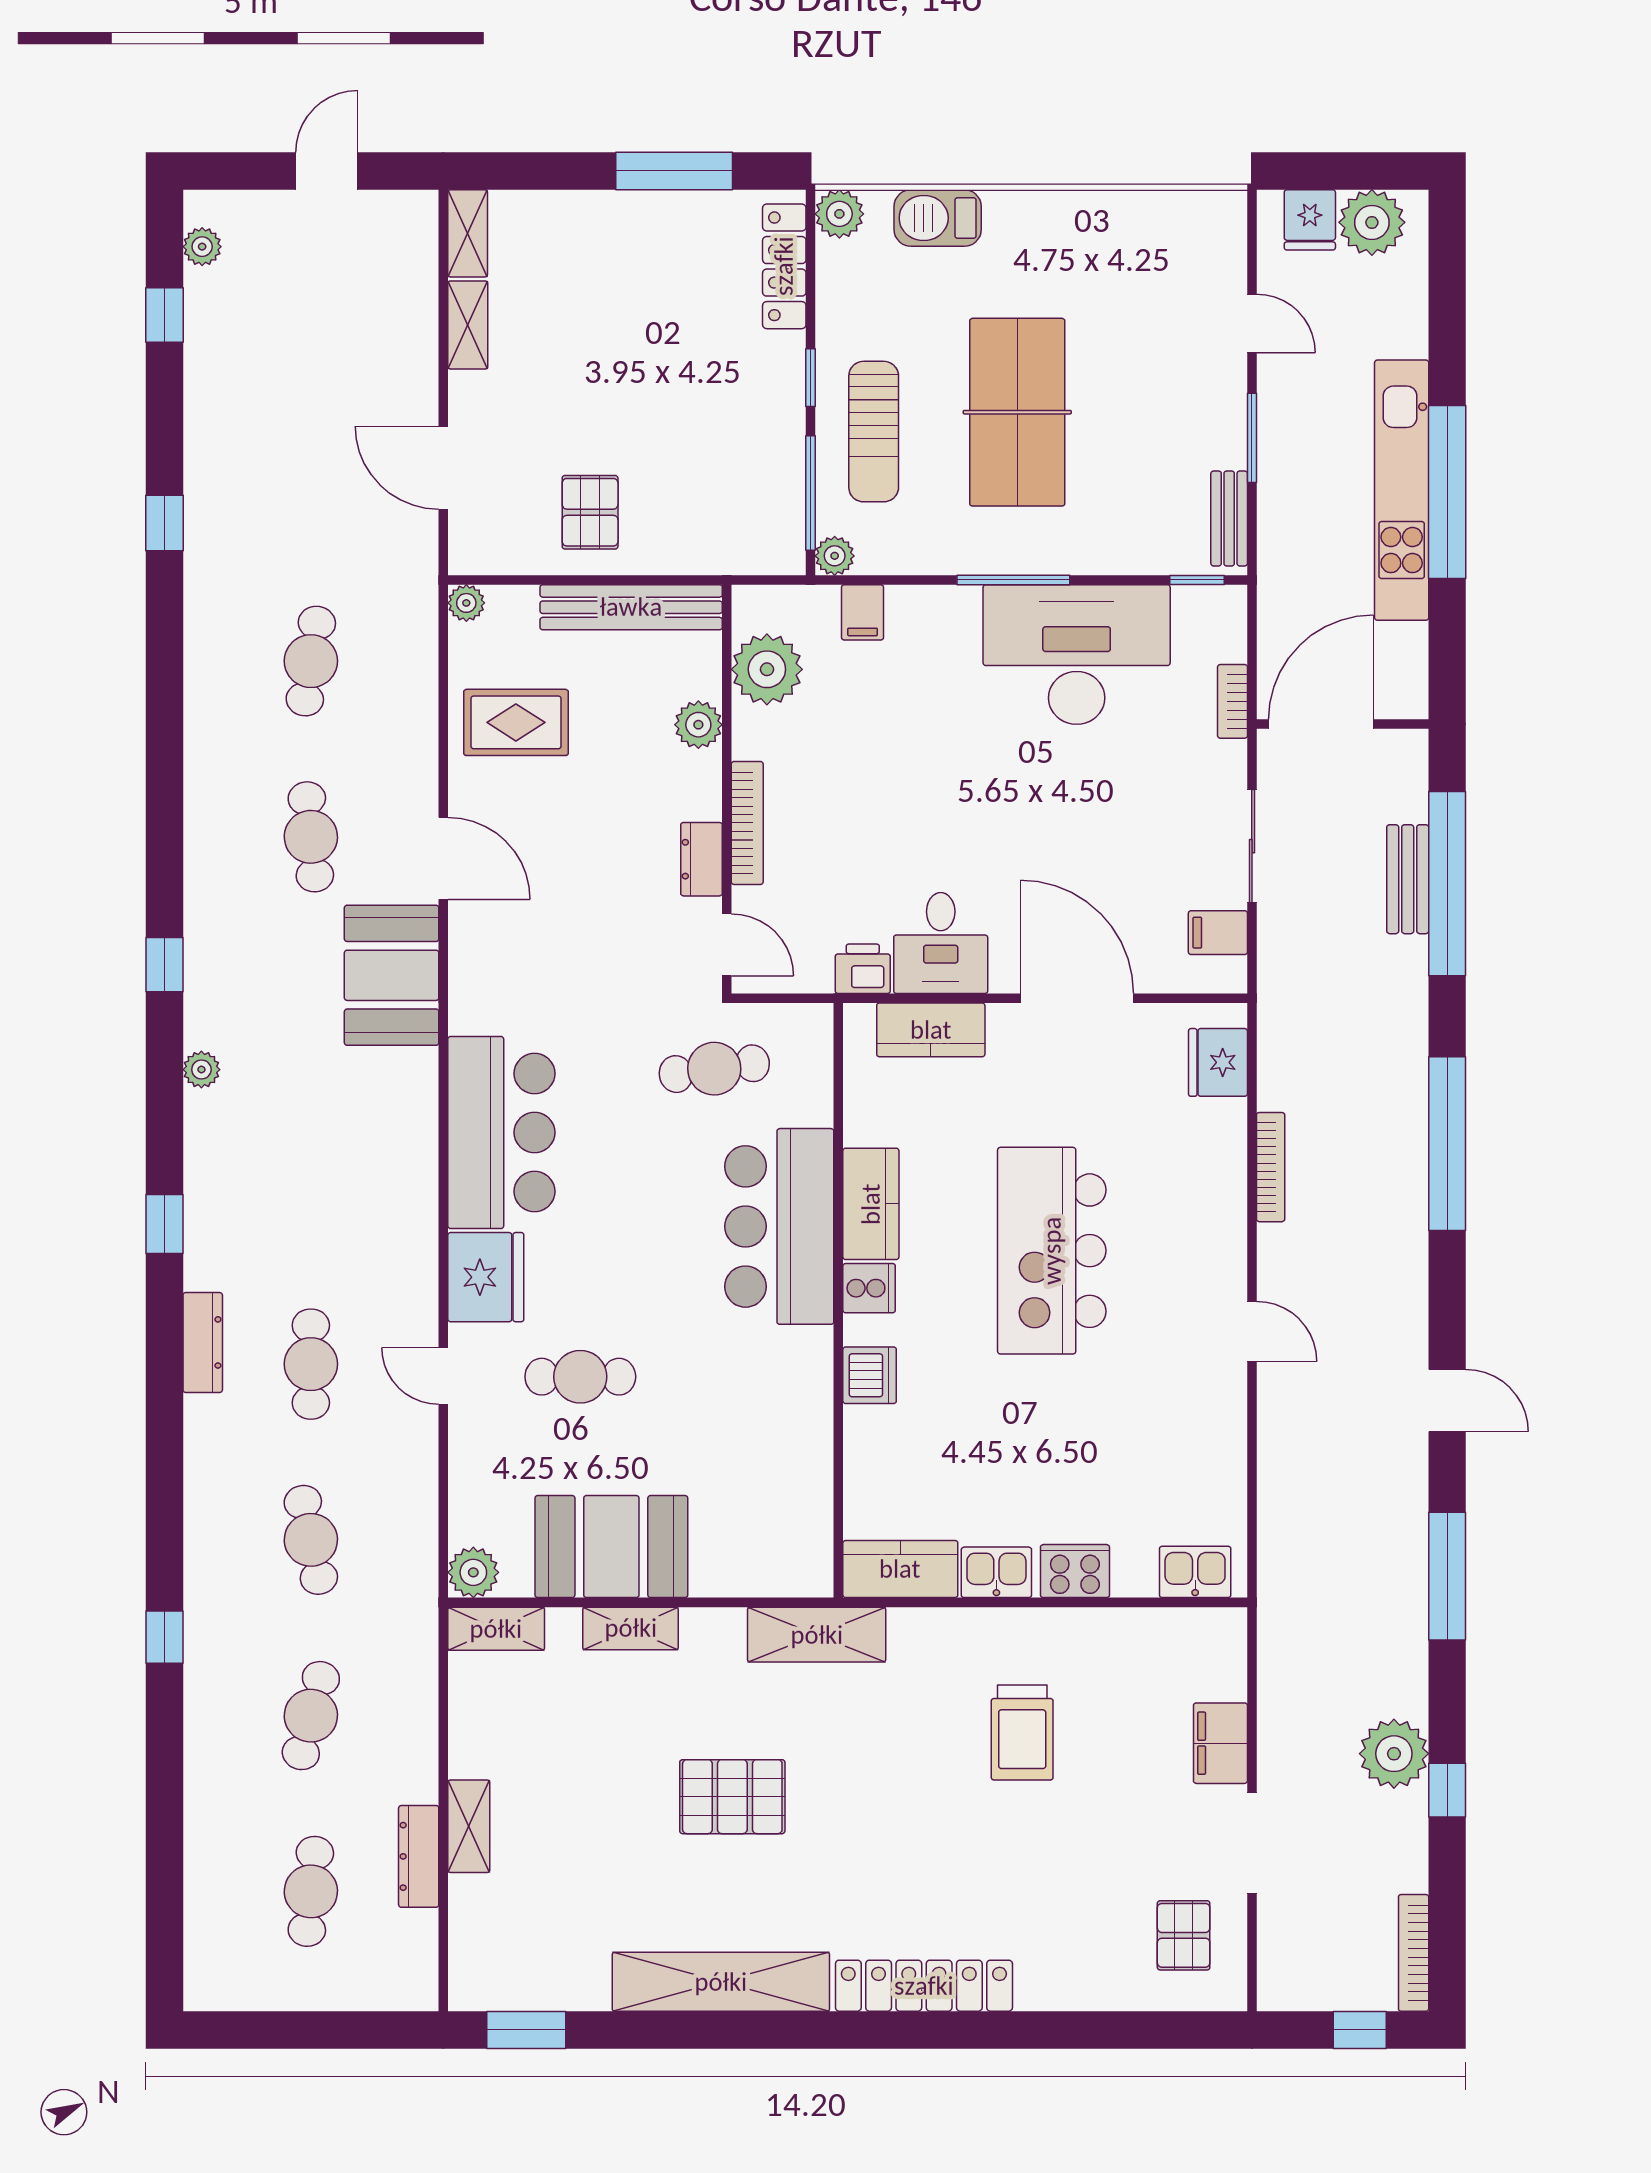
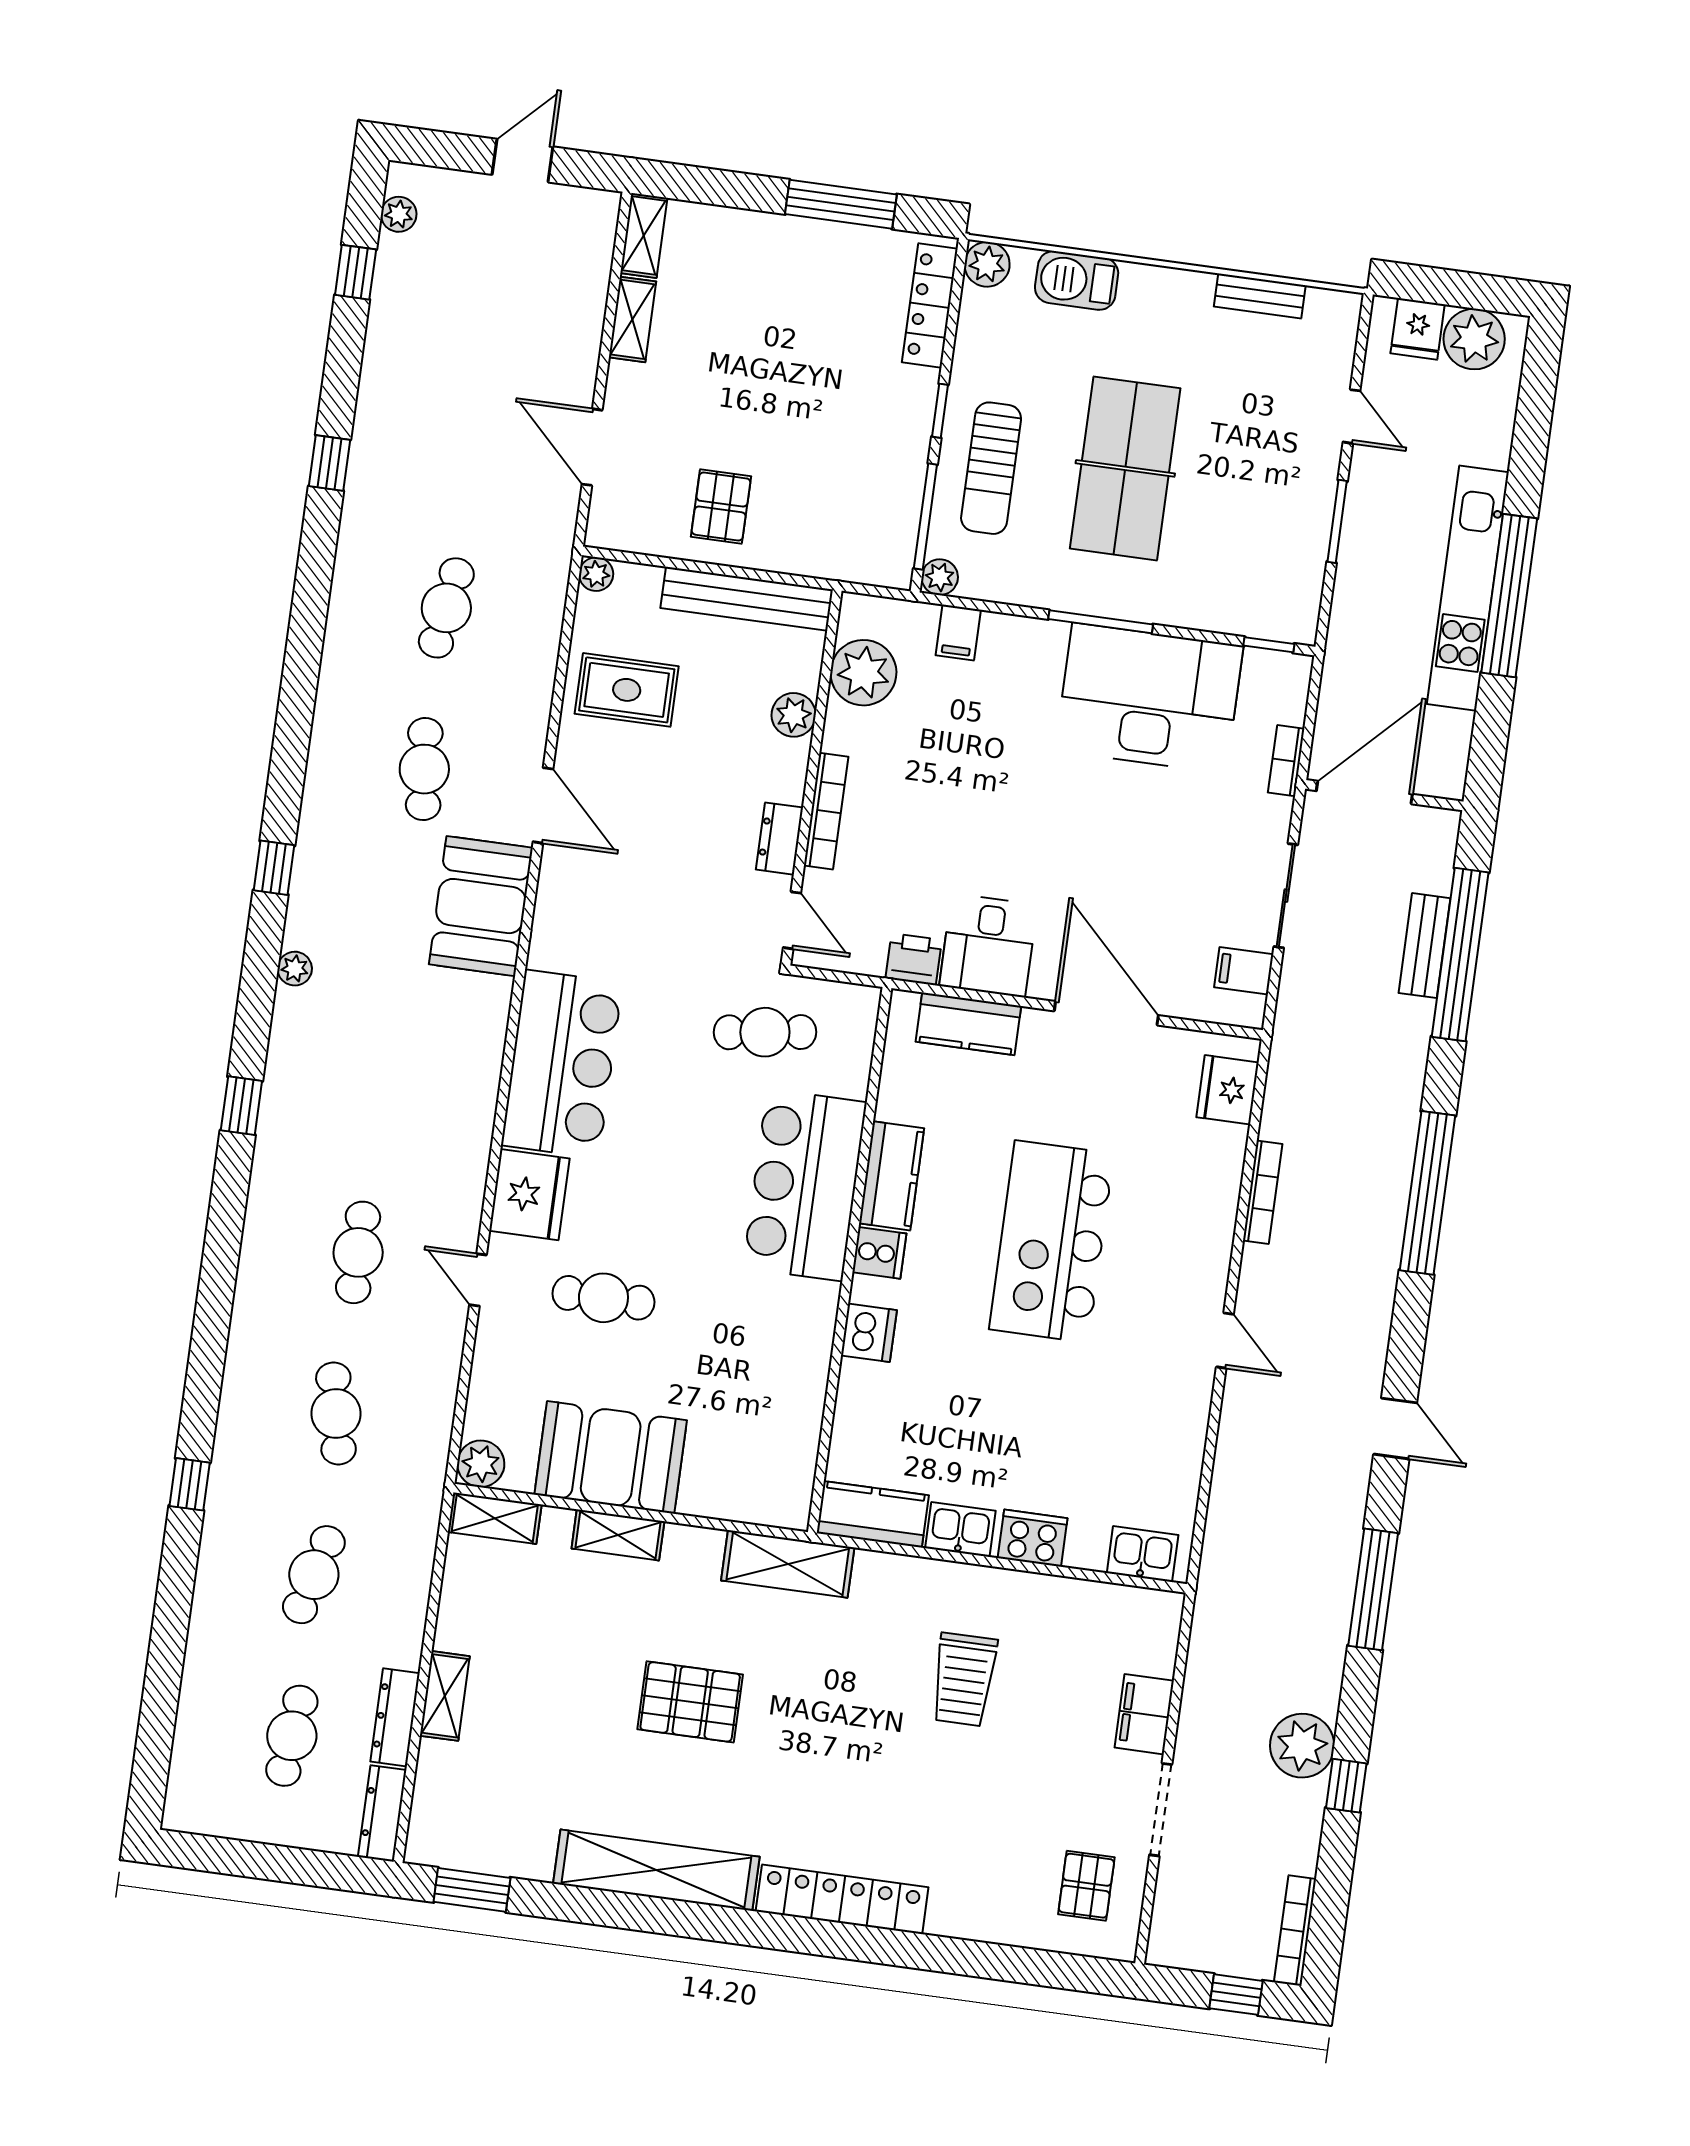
bench: (1229, 518) -> (1260, 296), moved, turned 90
dresser: (203, 1342) -> (382, 1813), moved, turned 180

